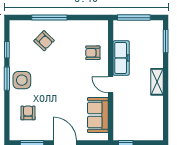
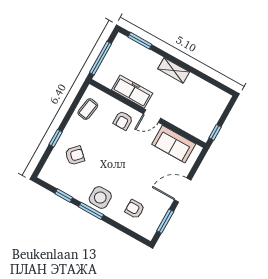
window: (49, 18) -> (56, 138), width x0.46
coffee table: (87, 30) -> (88, 109), added
armchair: (93, 53) -> (123, 121), moved

